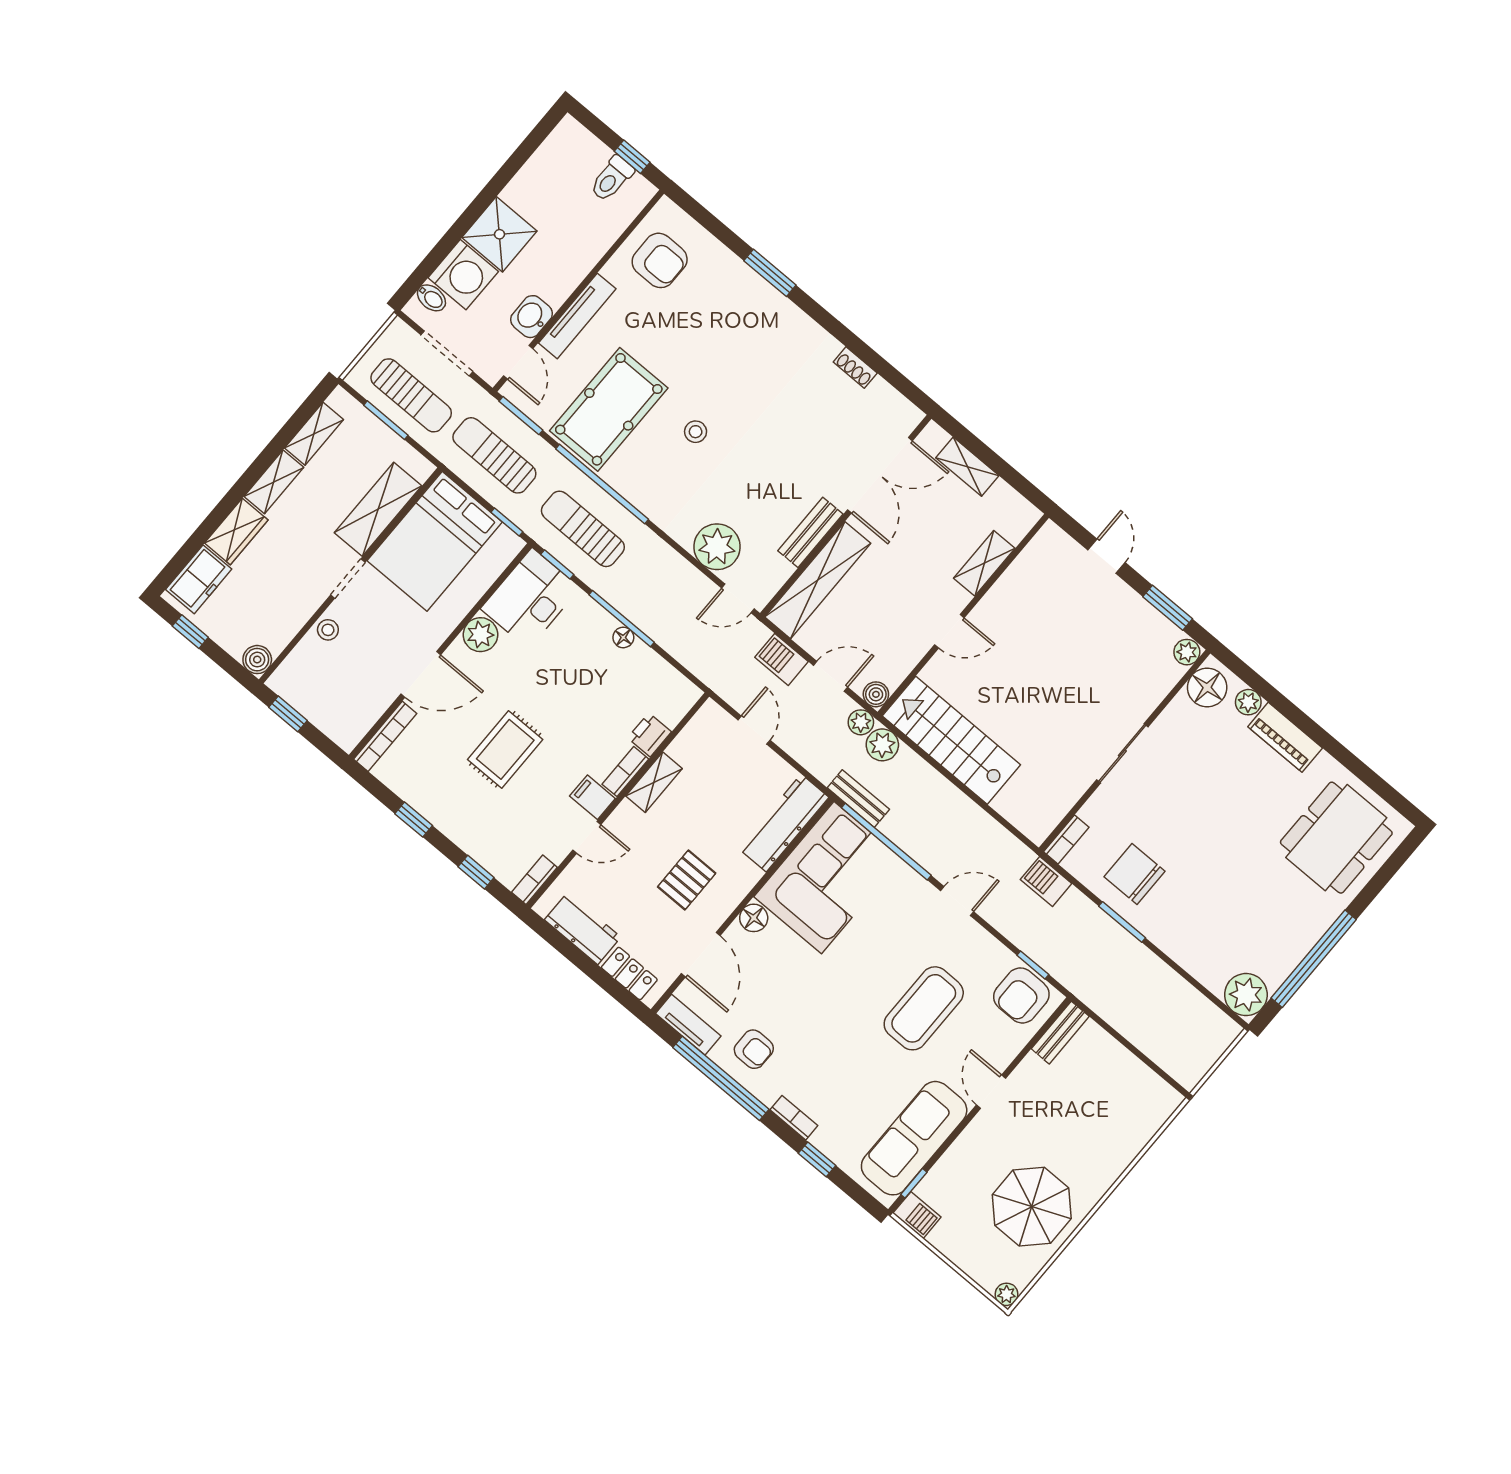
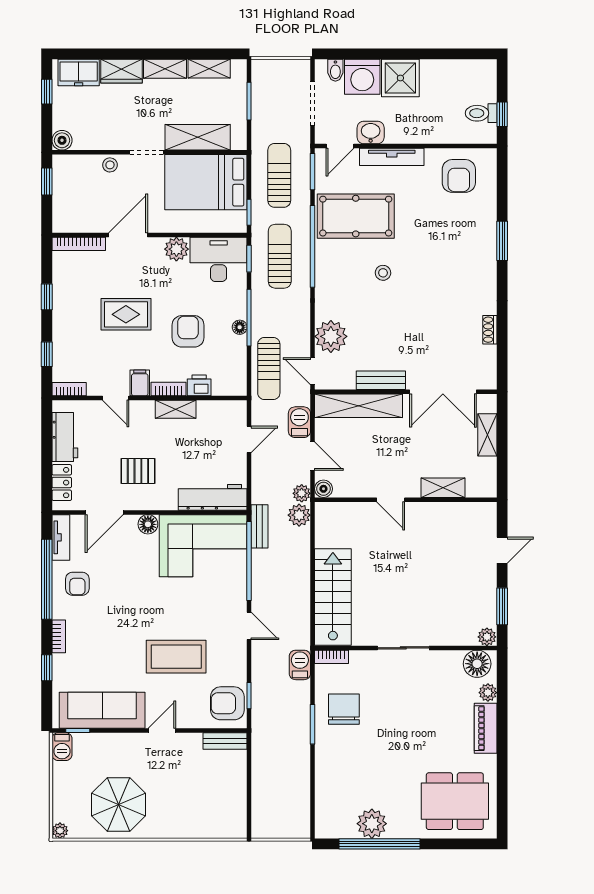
sun lounger: (411, 395) -> (269, 369), moved
door: (421, 674) -> (128, 235), swing flipped
armchair: (581, 697) -> (188, 331), added
stairs: (951, 740) -> (333, 597), moved
plant: (1246, 995) -> (372, 824), moved

